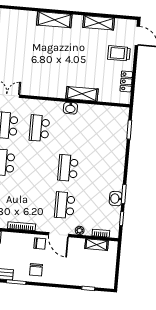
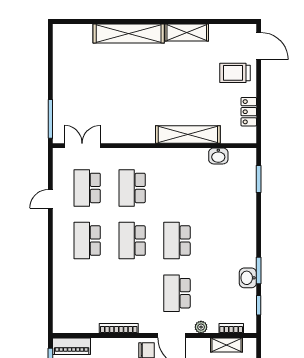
shelving: (54, 20) -> (129, 33), width x1.47
shelving: (99, 23) -> (187, 32), moved
shelving: (82, 94) -> (188, 134), width x1.47
washbasin: (70, 108) -> (218, 156), moved
school desk: (36, 165) -> (132, 241), added

